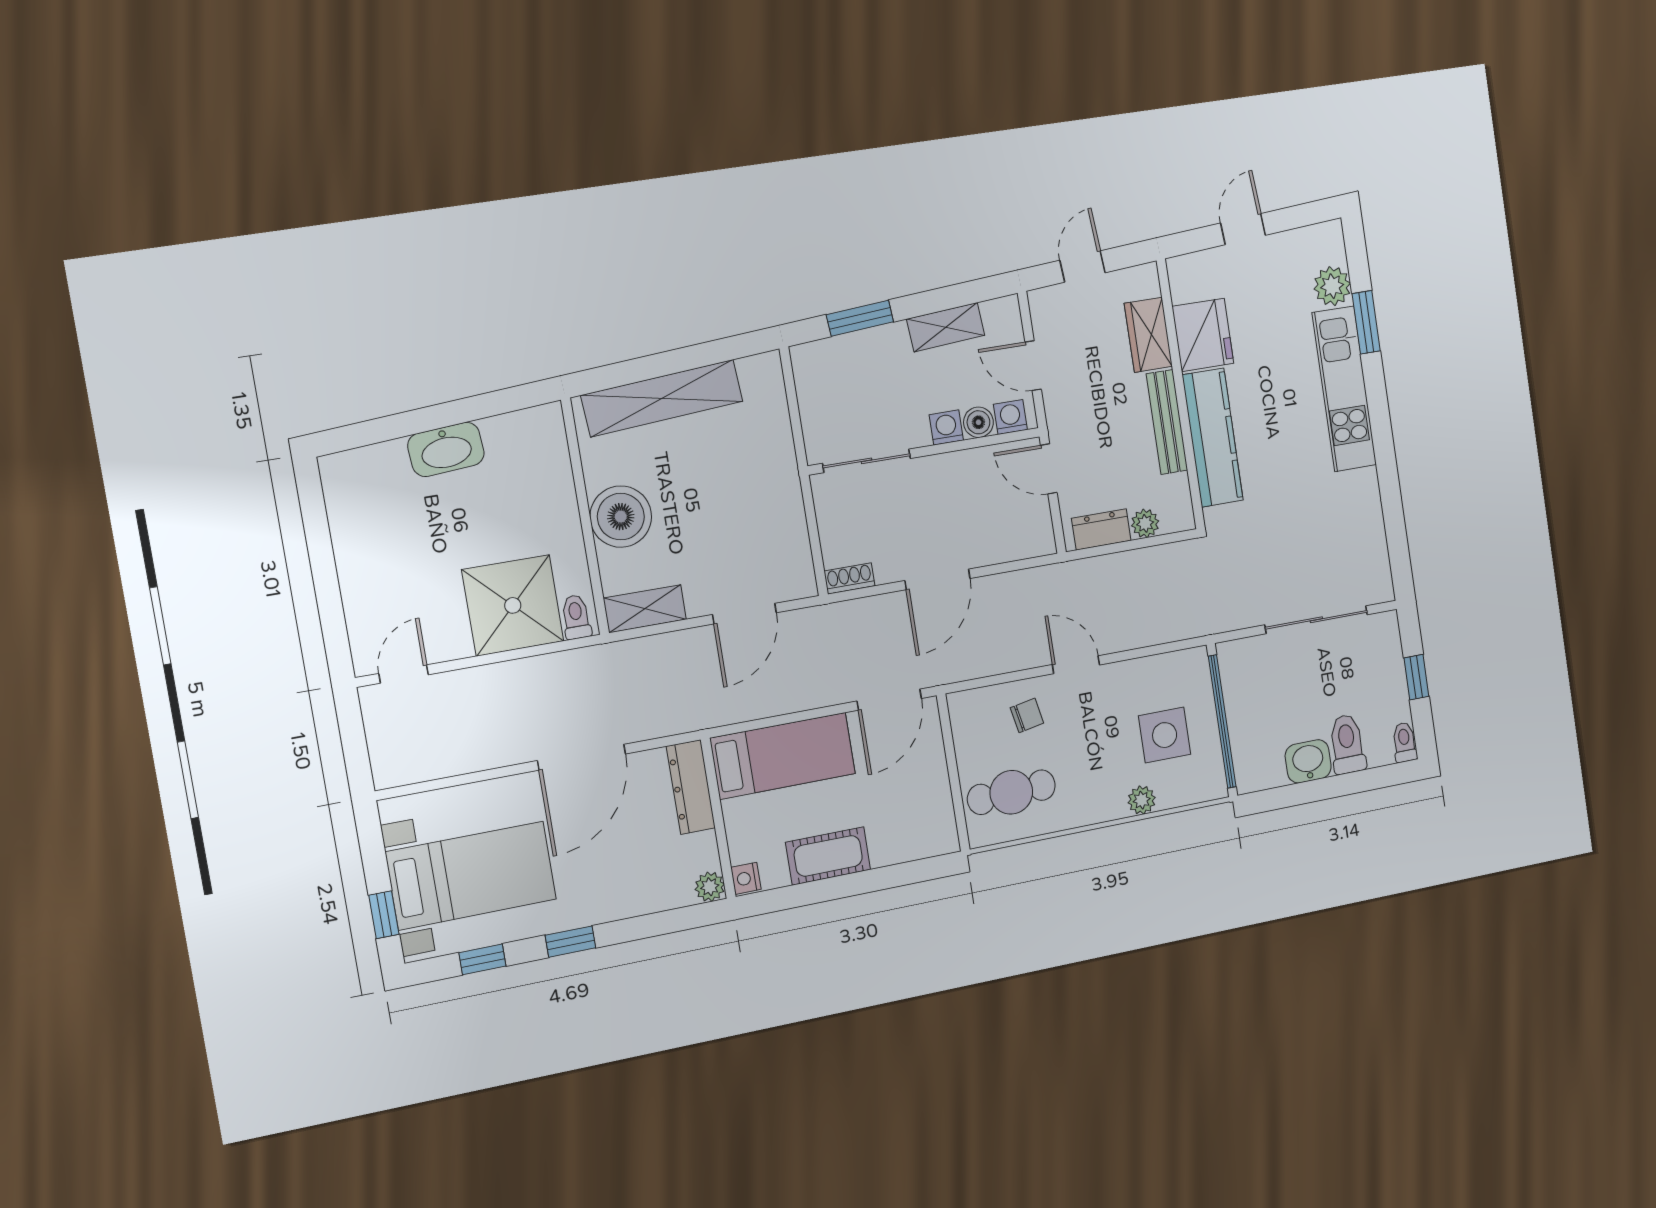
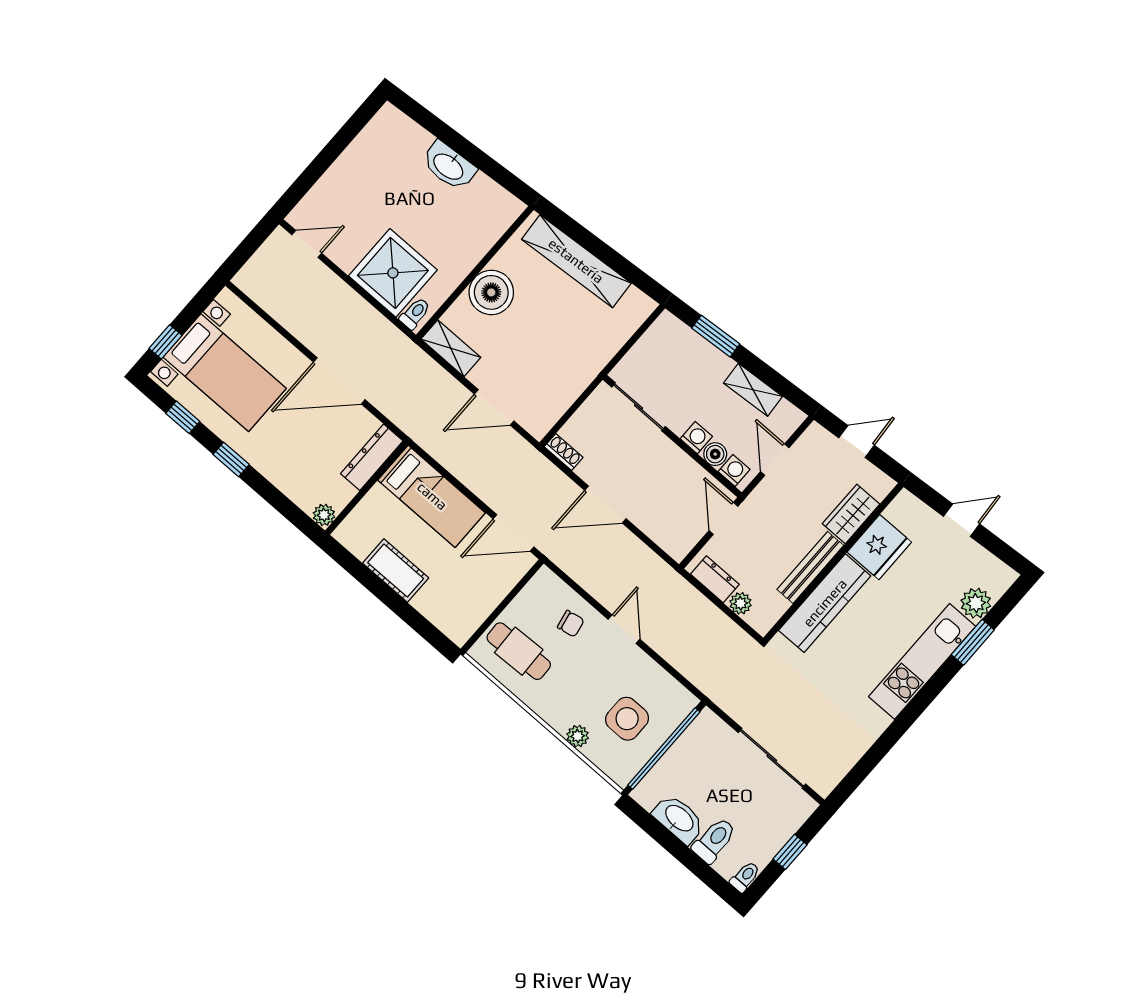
washbasin: (1308, 761) -> (679, 819), width x1.38
nightstand: (746, 878) -> (345, 532), removed

